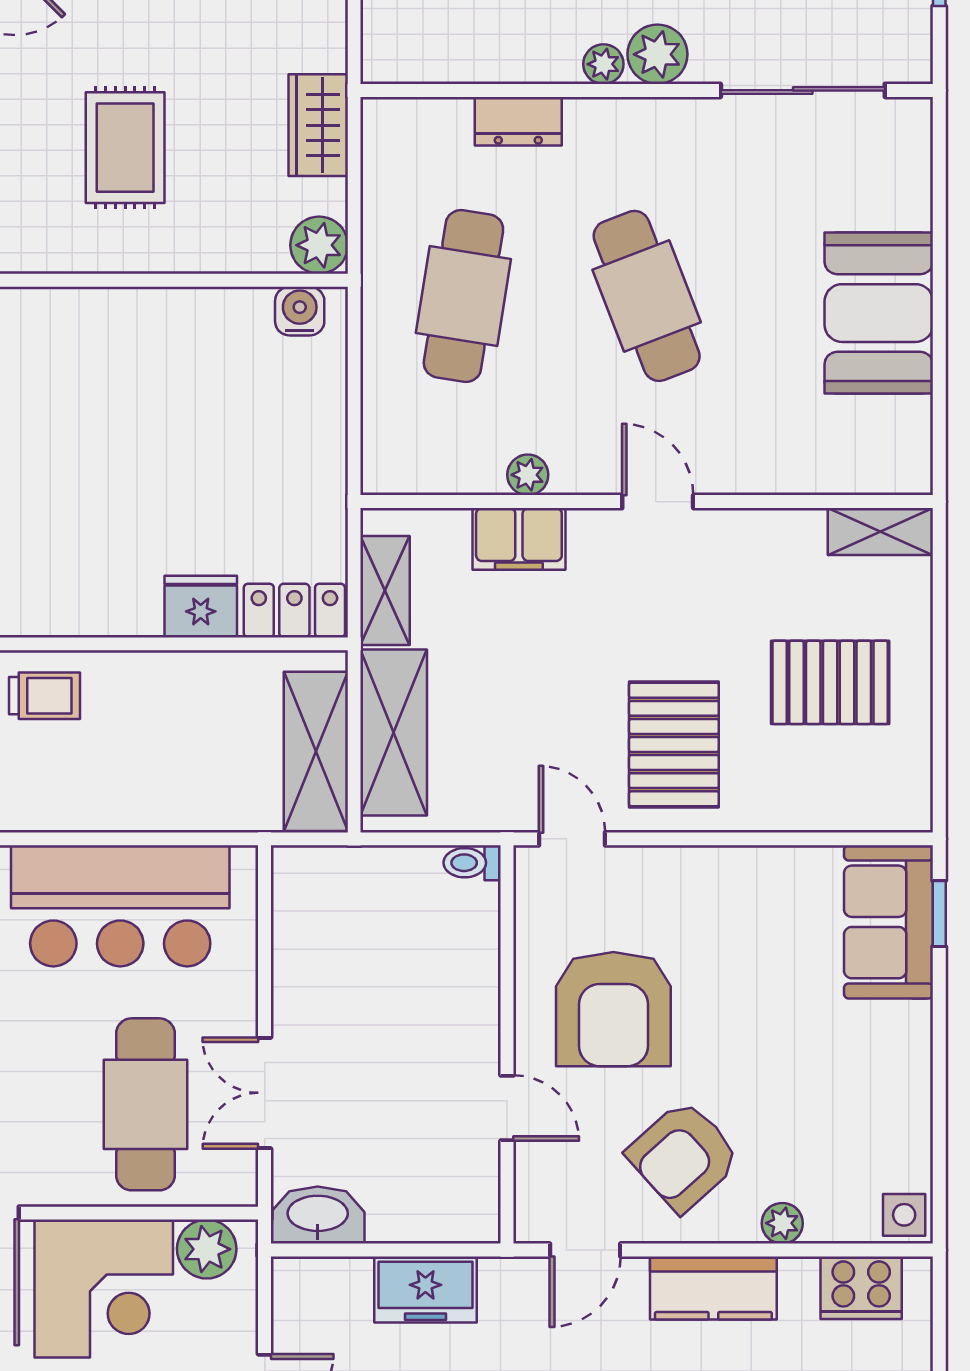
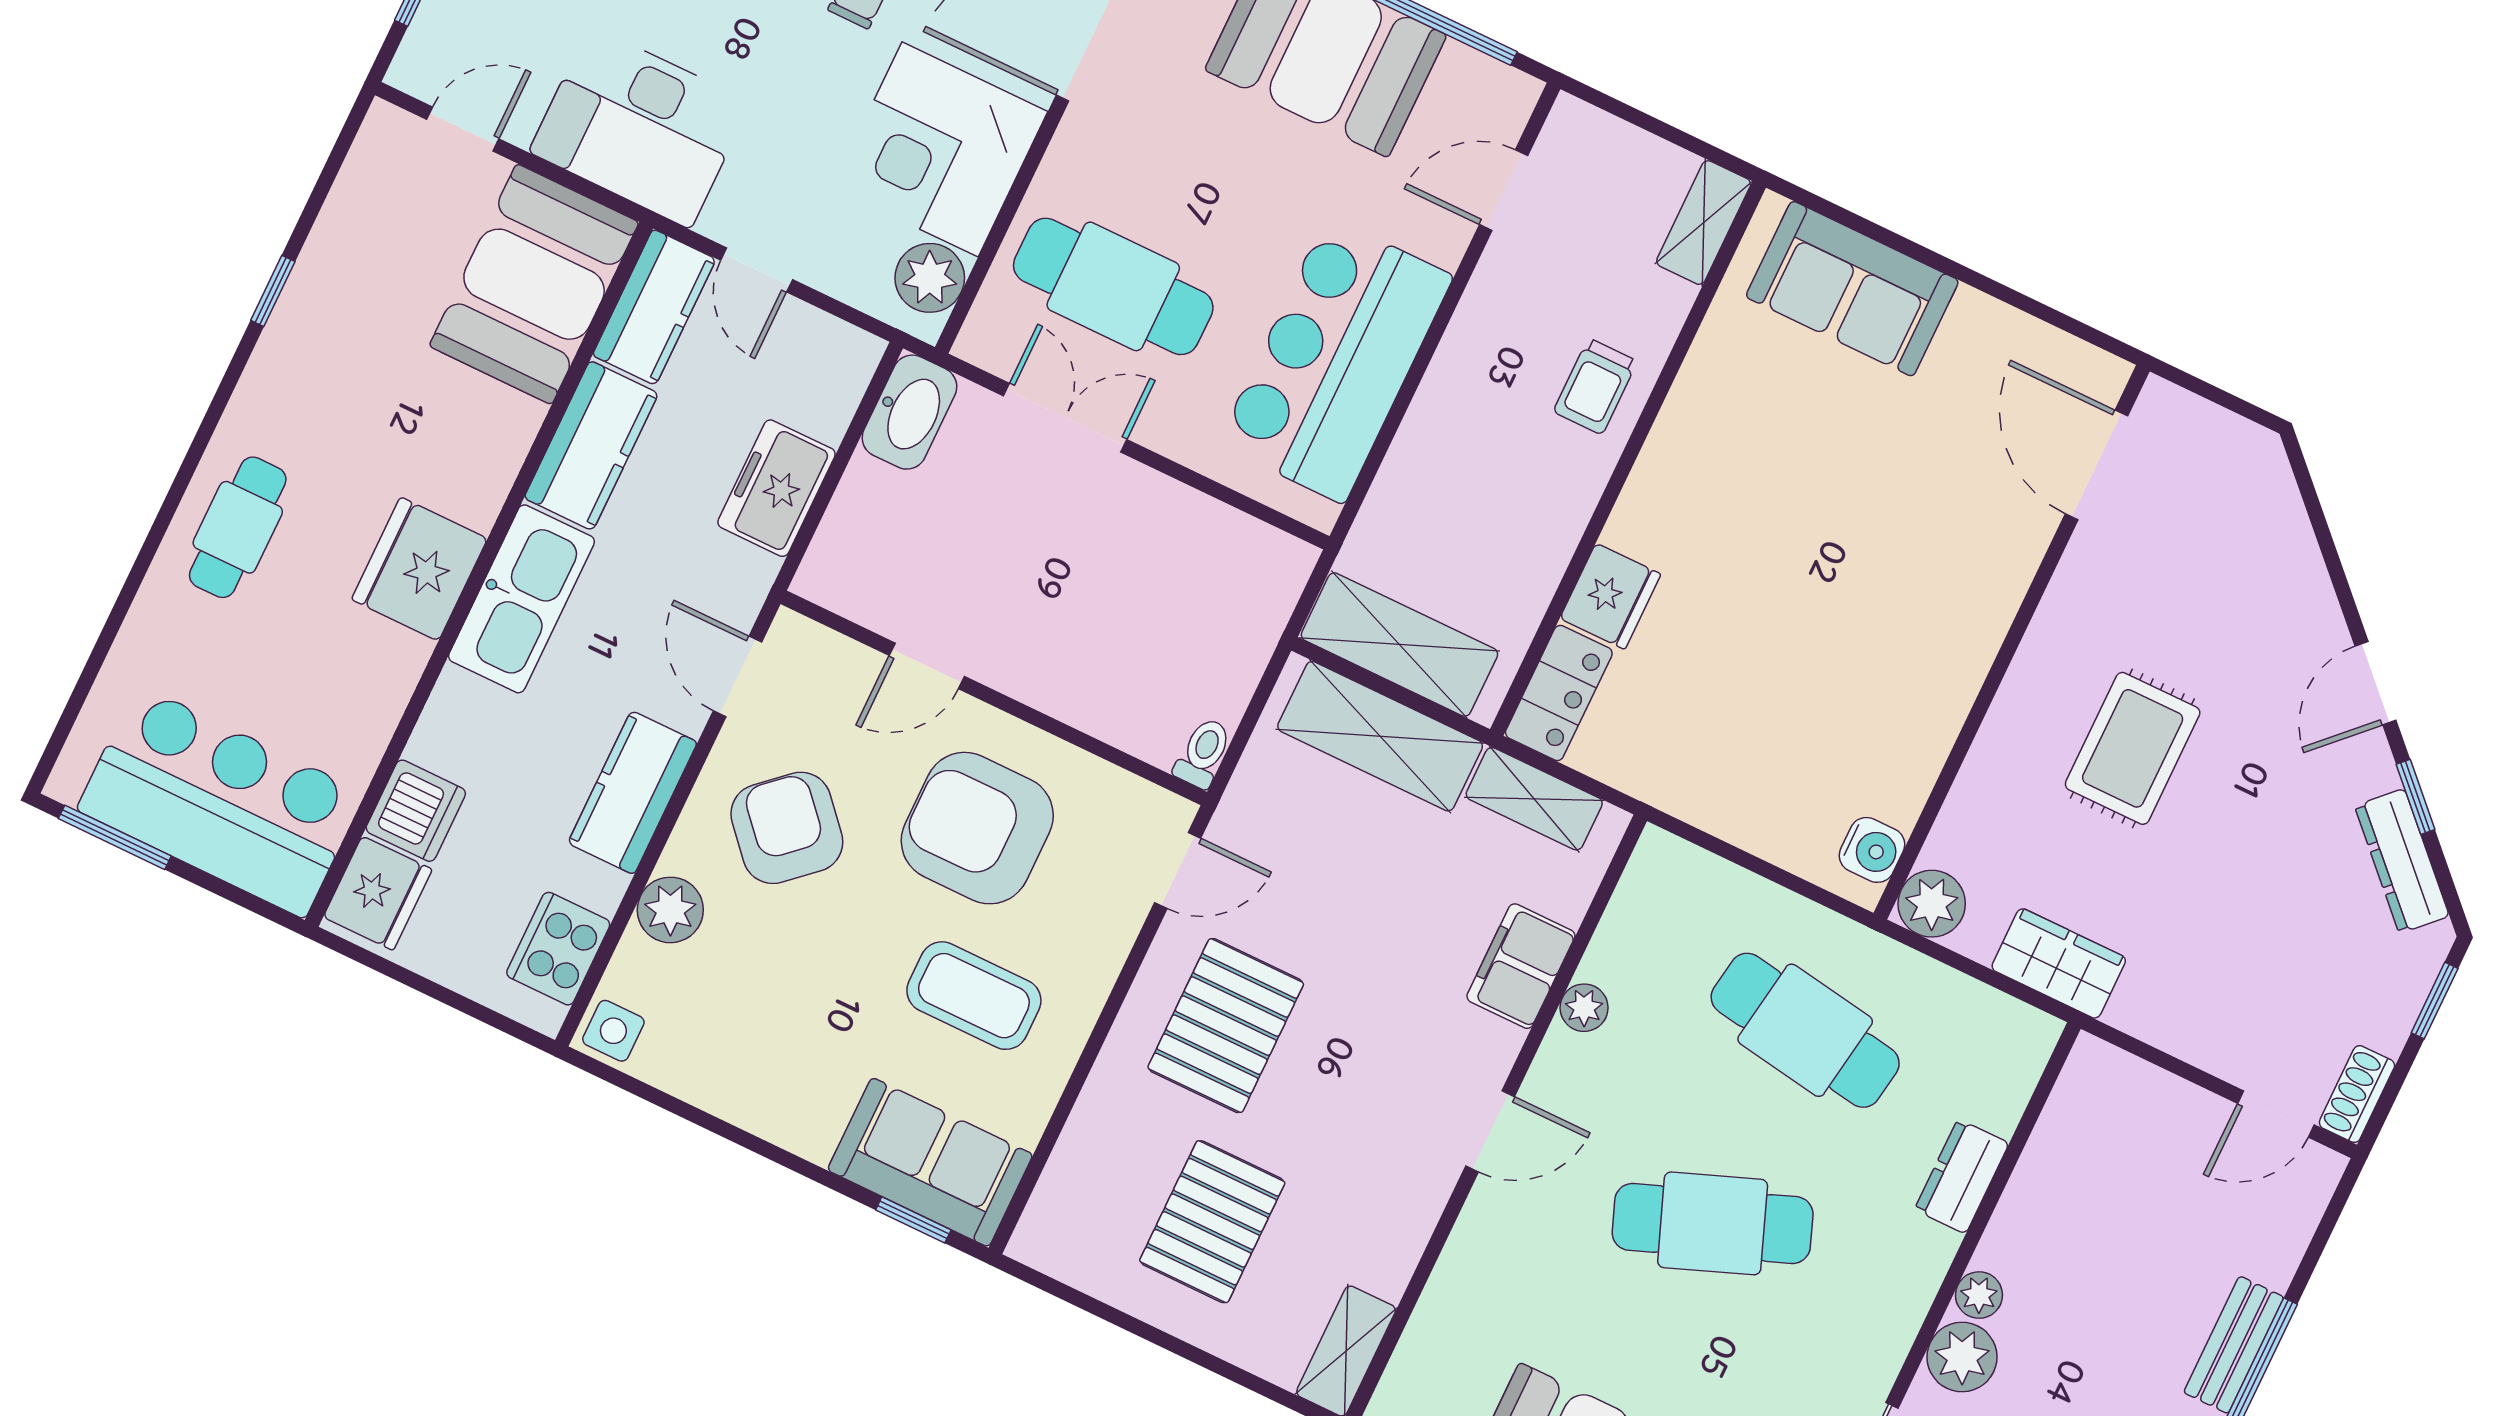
rug: (125, 148) -> (2133, 748), turned 90
pallet: (674, 745) -> (1226, 1026), turned 90
coffee table: (744, 950) -> (974, 996), added
plant: (782, 1223) -> (670, 910), width x1.38, depth x1.38

